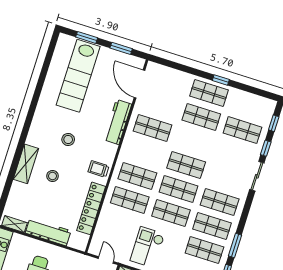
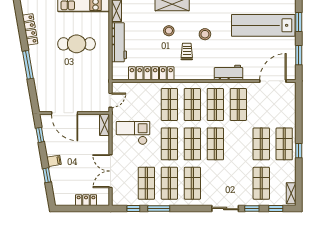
shelving: (263, 102) -> (291, 193), added
workbench: (118, 122) -> (229, 72), width x0.73
shop shelf: (145, 152) -> (215, 105), added
trolley: (99, 169) -> (187, 52), moved

